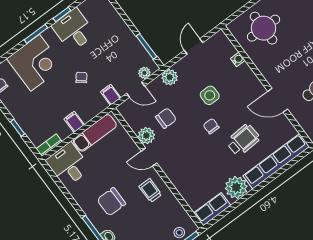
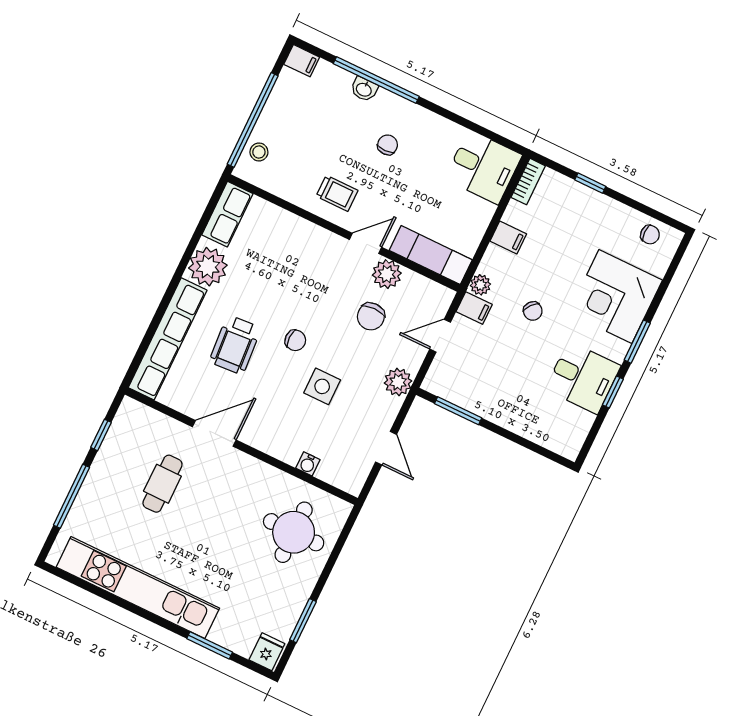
plant: (144, 73) -> (480, 285), moved
exam couch: (95, 133) -> (431, 255), moved, turned 90
chair: (111, 202) -> (388, 145), width x0.54, depth x0.54

